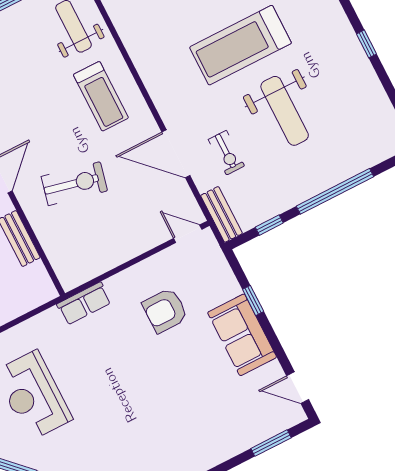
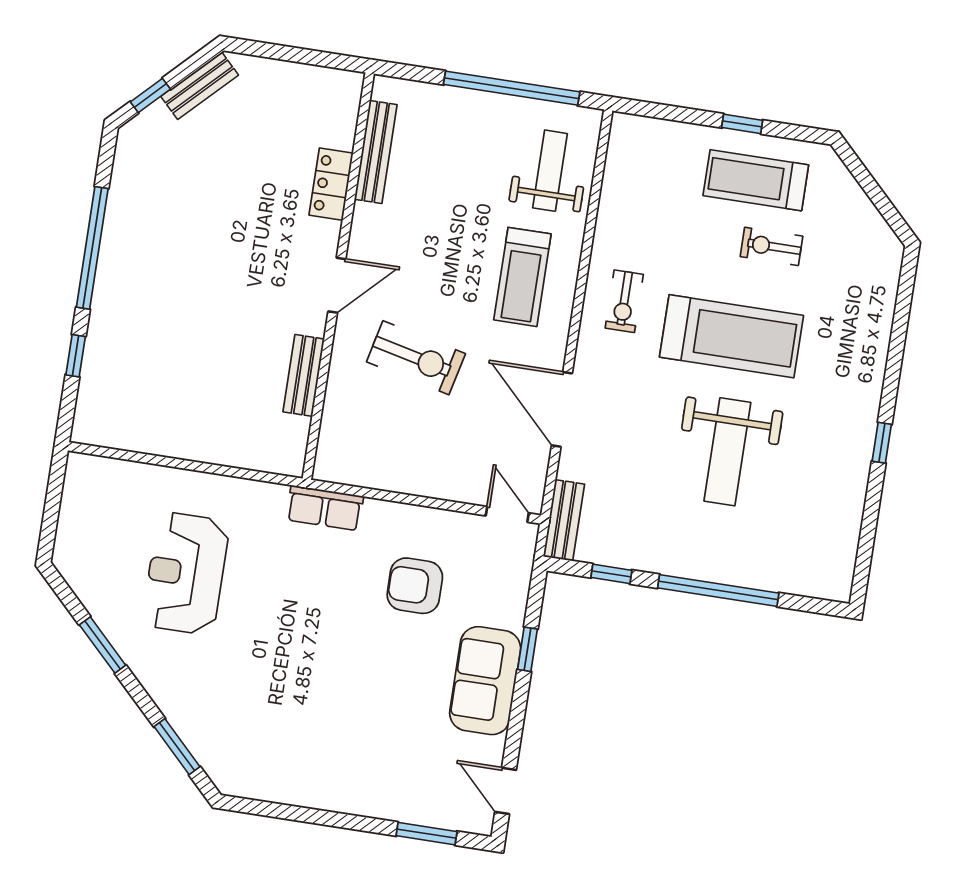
treadmill: (241, 45) -> (732, 336), turned 180
exercise bike: (226, 153) -> (624, 301), moved

